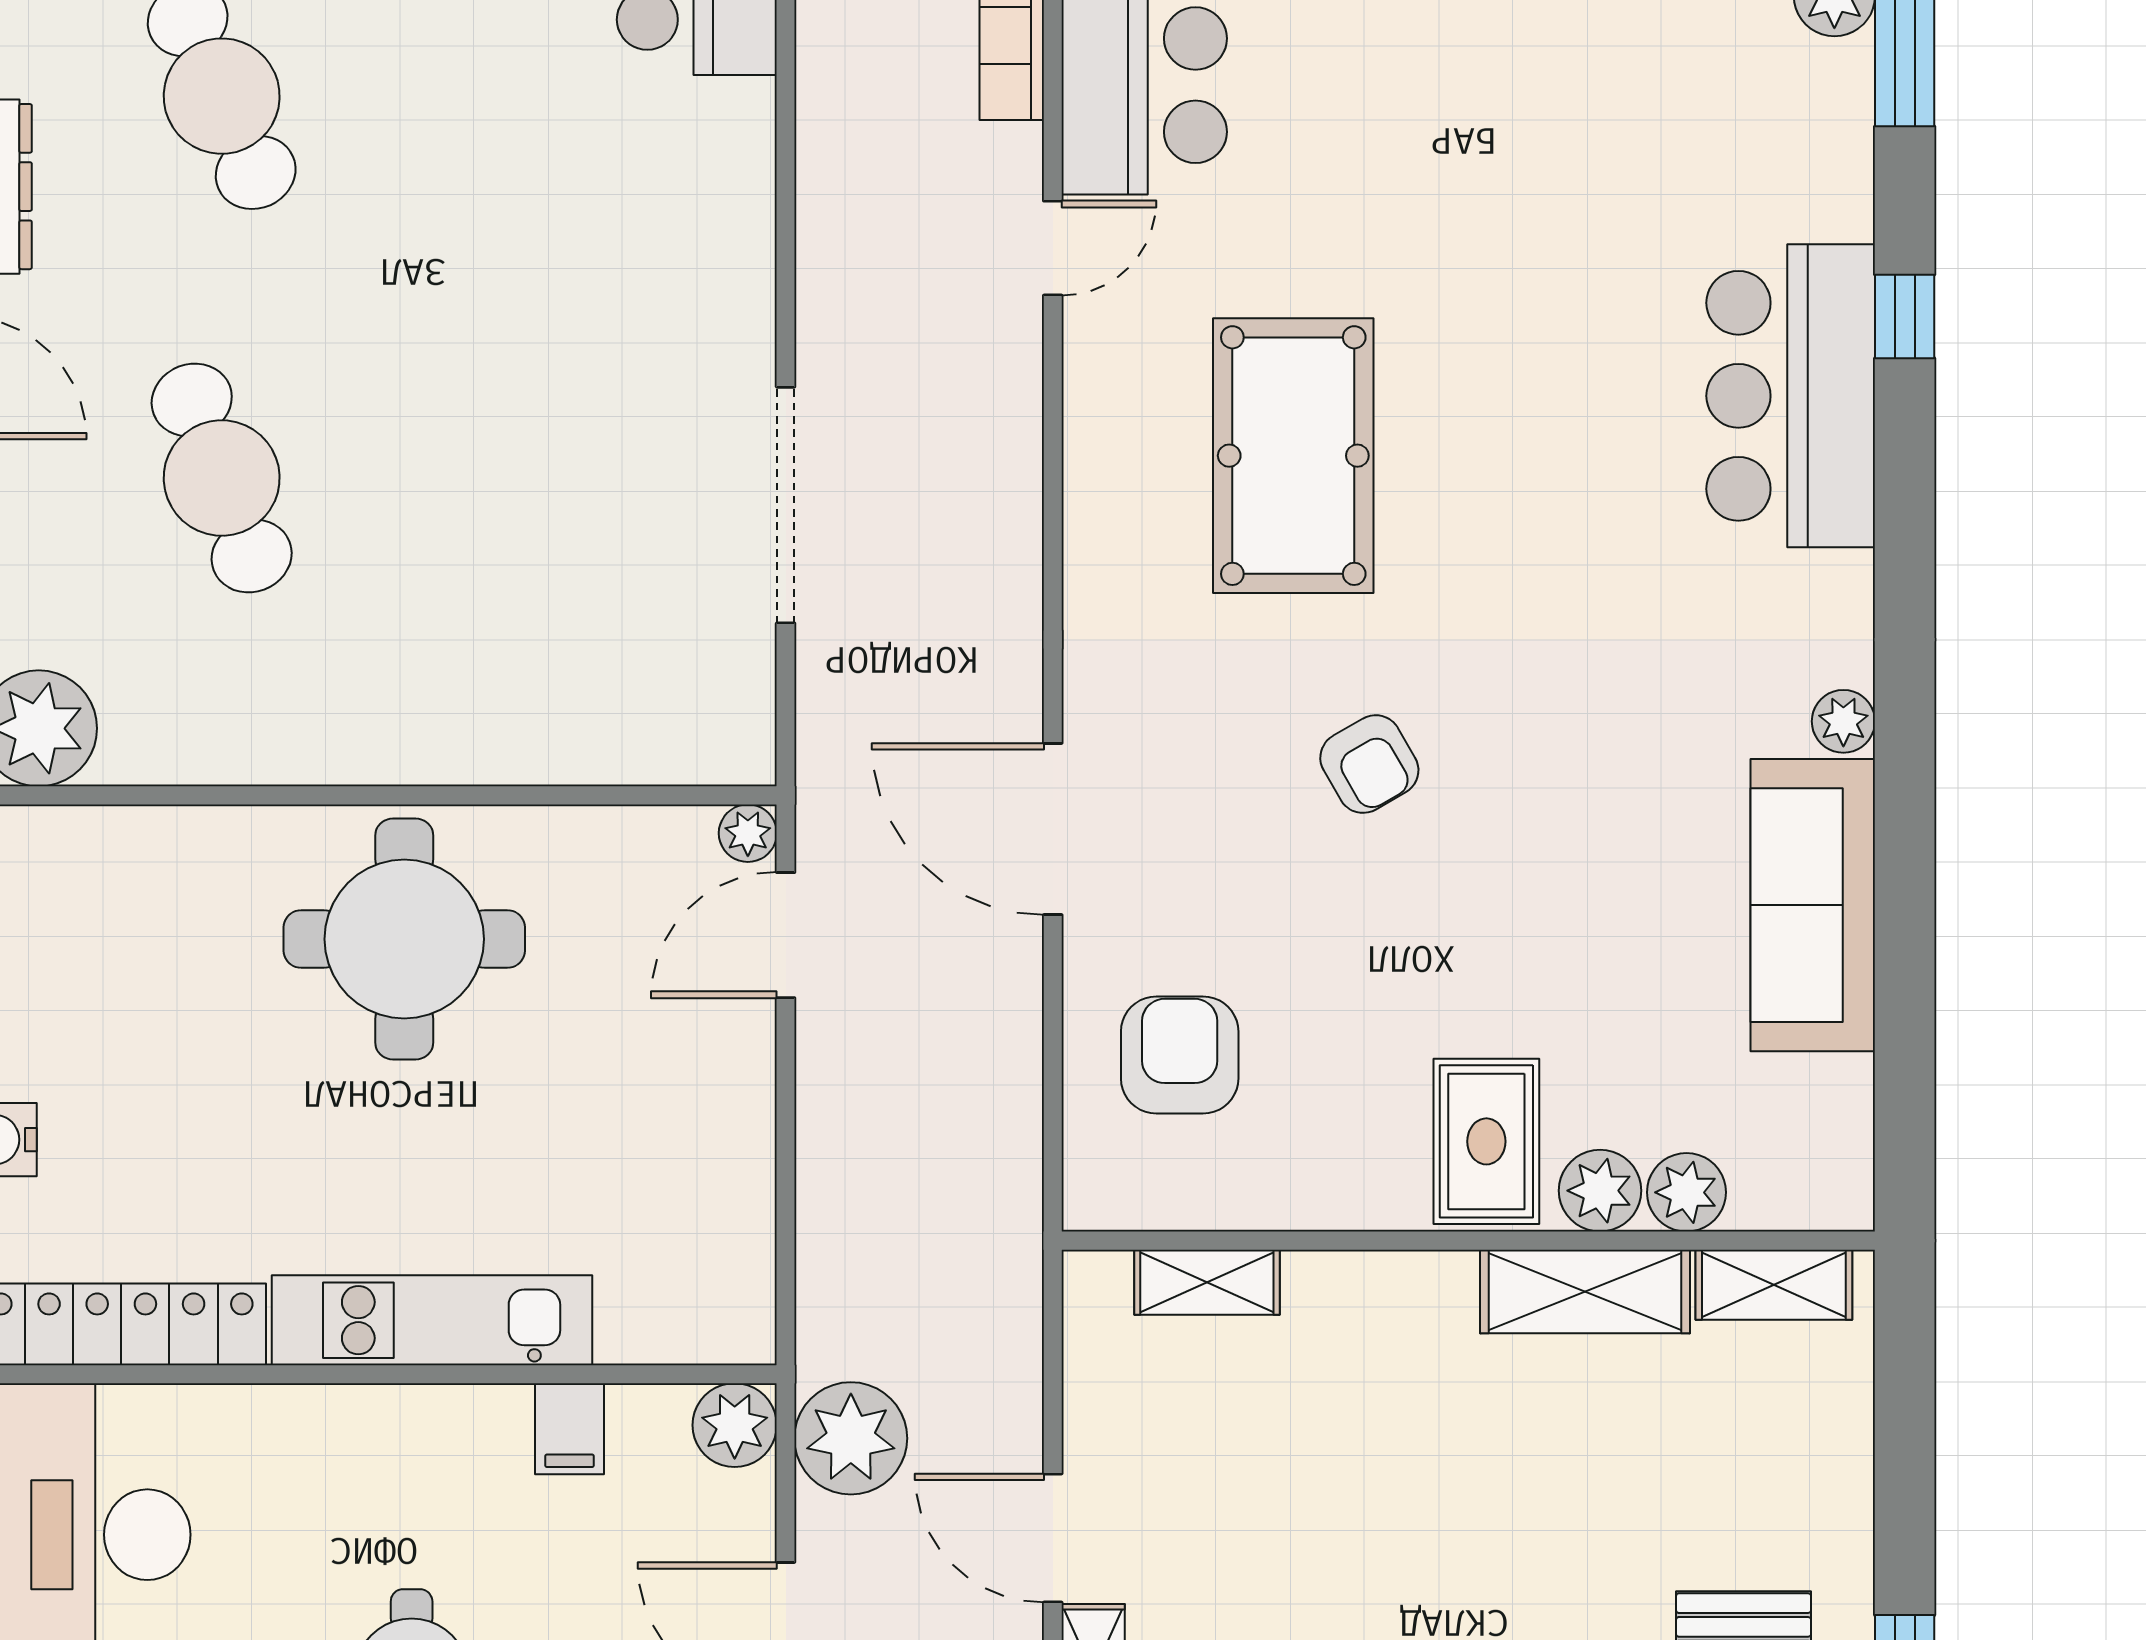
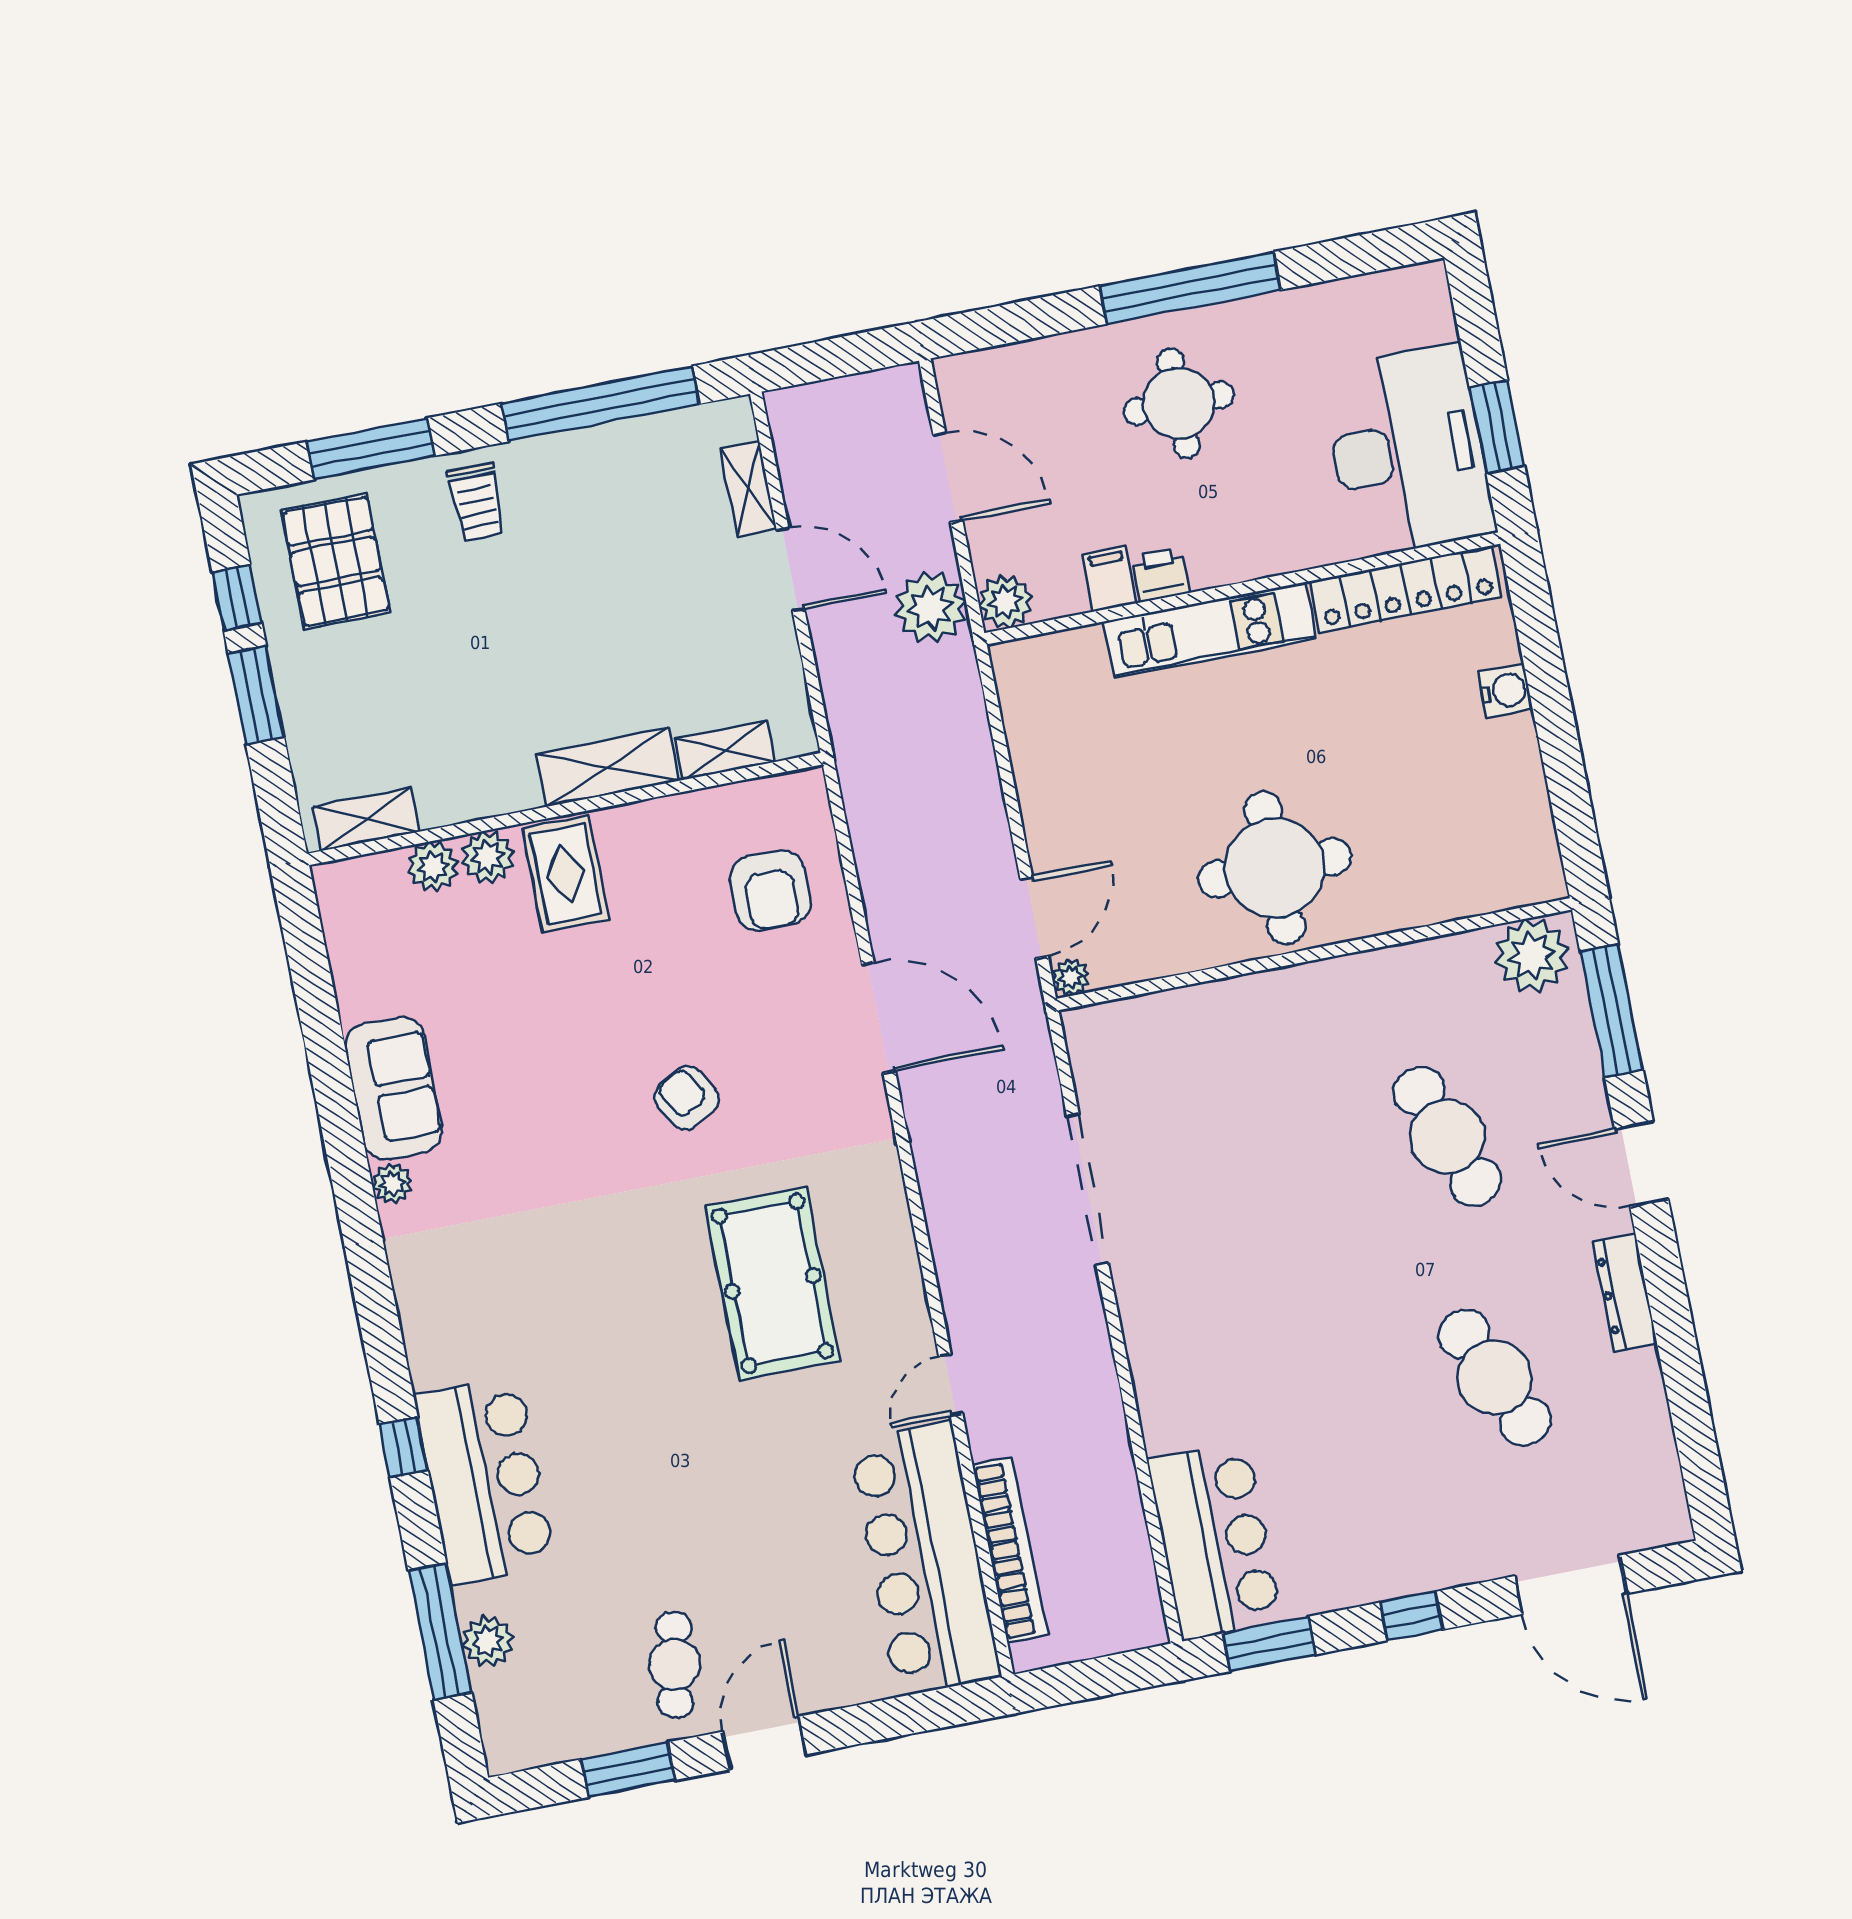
bar counter: (1791, 396) -> (485, 1480), moved
sofa: (1813, 905) -> (394, 1088), width x0.73
shelving: (1585, 1291) -> (608, 767), moved
printer: (489, 1419) -> (1161, 575), added
window: (1905, 1506) -> (256, 695), added

